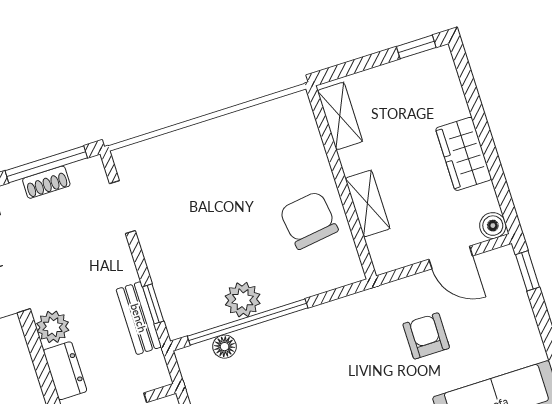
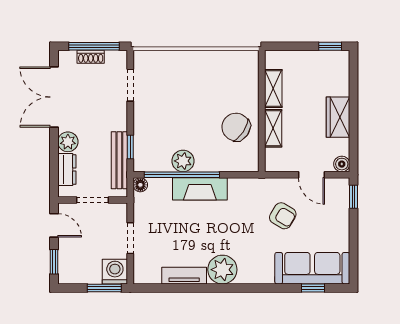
shelving: (340, 116) -> (273, 89), moved
chair: (309, 220) -> (236, 127), turned -48
bench: (139, 318) -> (119, 160), width x1.36
fireplace: (283, 335) -> (200, 189), added
armchair: (426, 336) -> (283, 216), turned 121
floor lamp: (225, 347) -> (140, 185), moved

